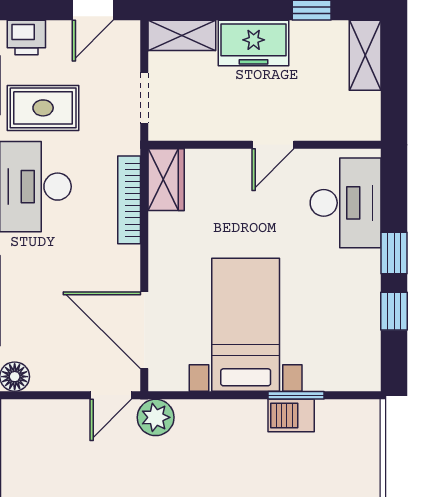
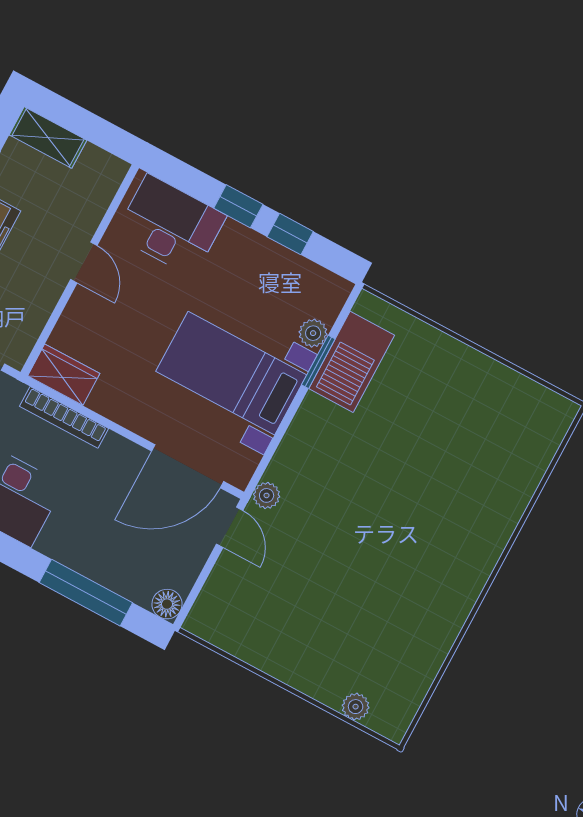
plant: (319, 377) -> (313, 333), added
barbecue: (291, 416) -> (352, 362), width x1.88, depth x1.53
plant: (156, 417) -> (267, 495), width x0.73, depth x0.73

